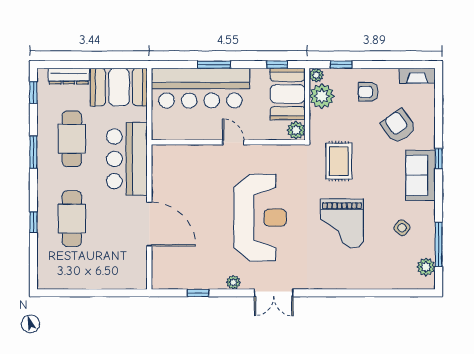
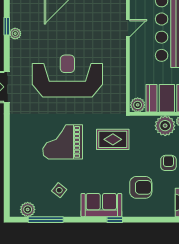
armchair: (398, 126) -> (141, 187), turned 35
door: (233, 142) -> (128, 28), moved
reception desk: (260, 218) -> (67, 76), turned 180
plant: (233, 282) -> (15, 34), moved

